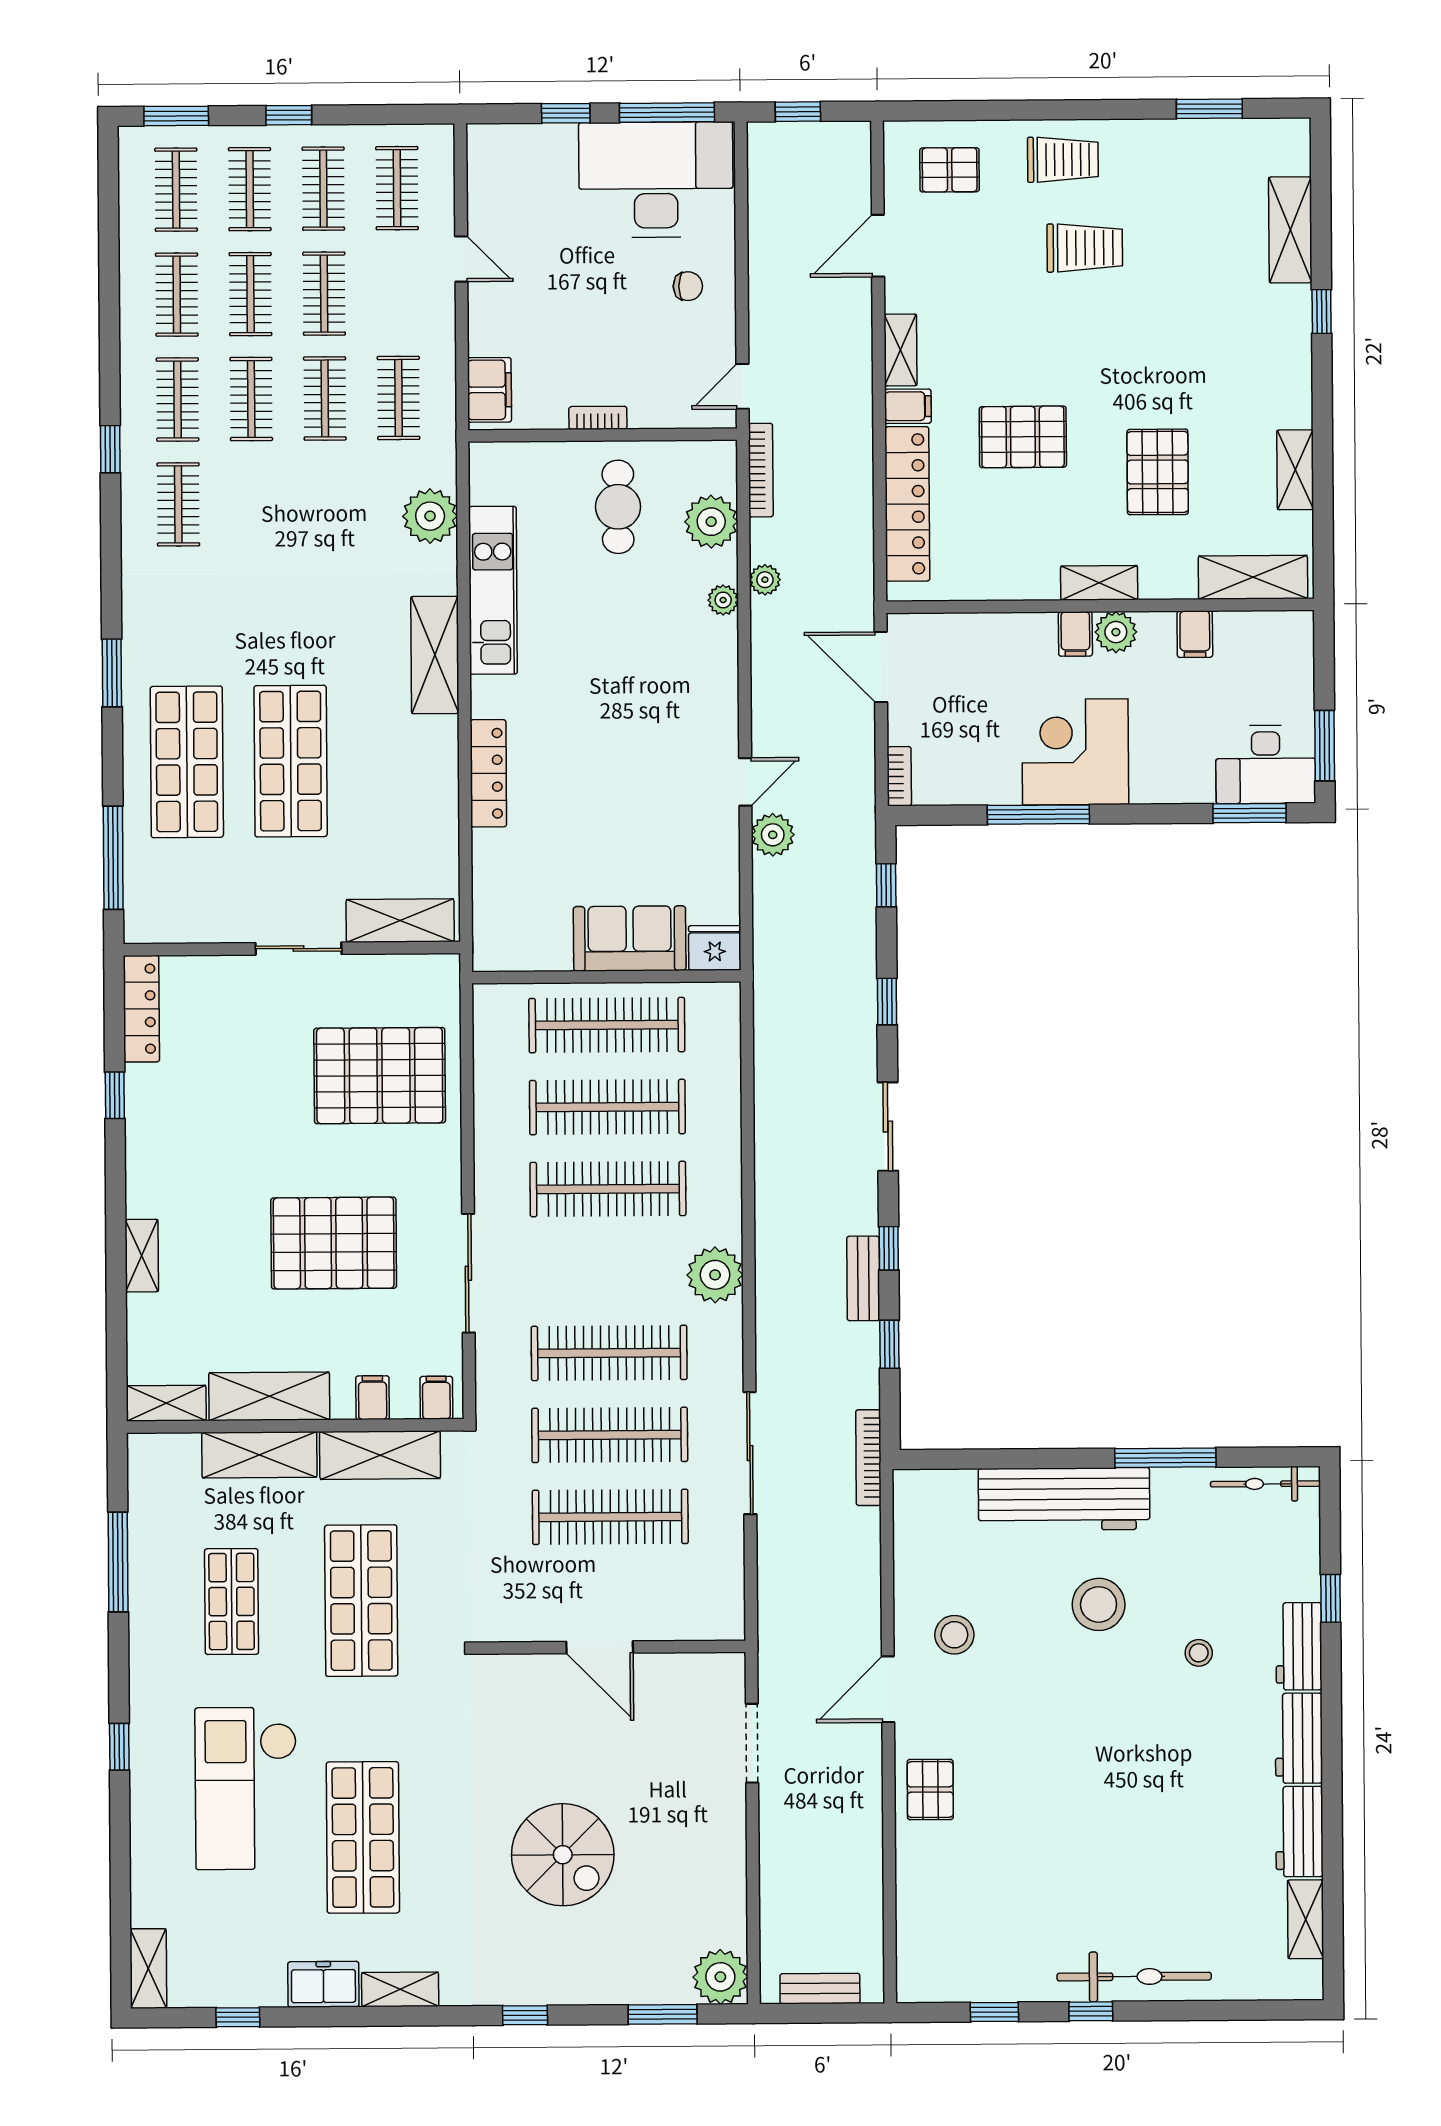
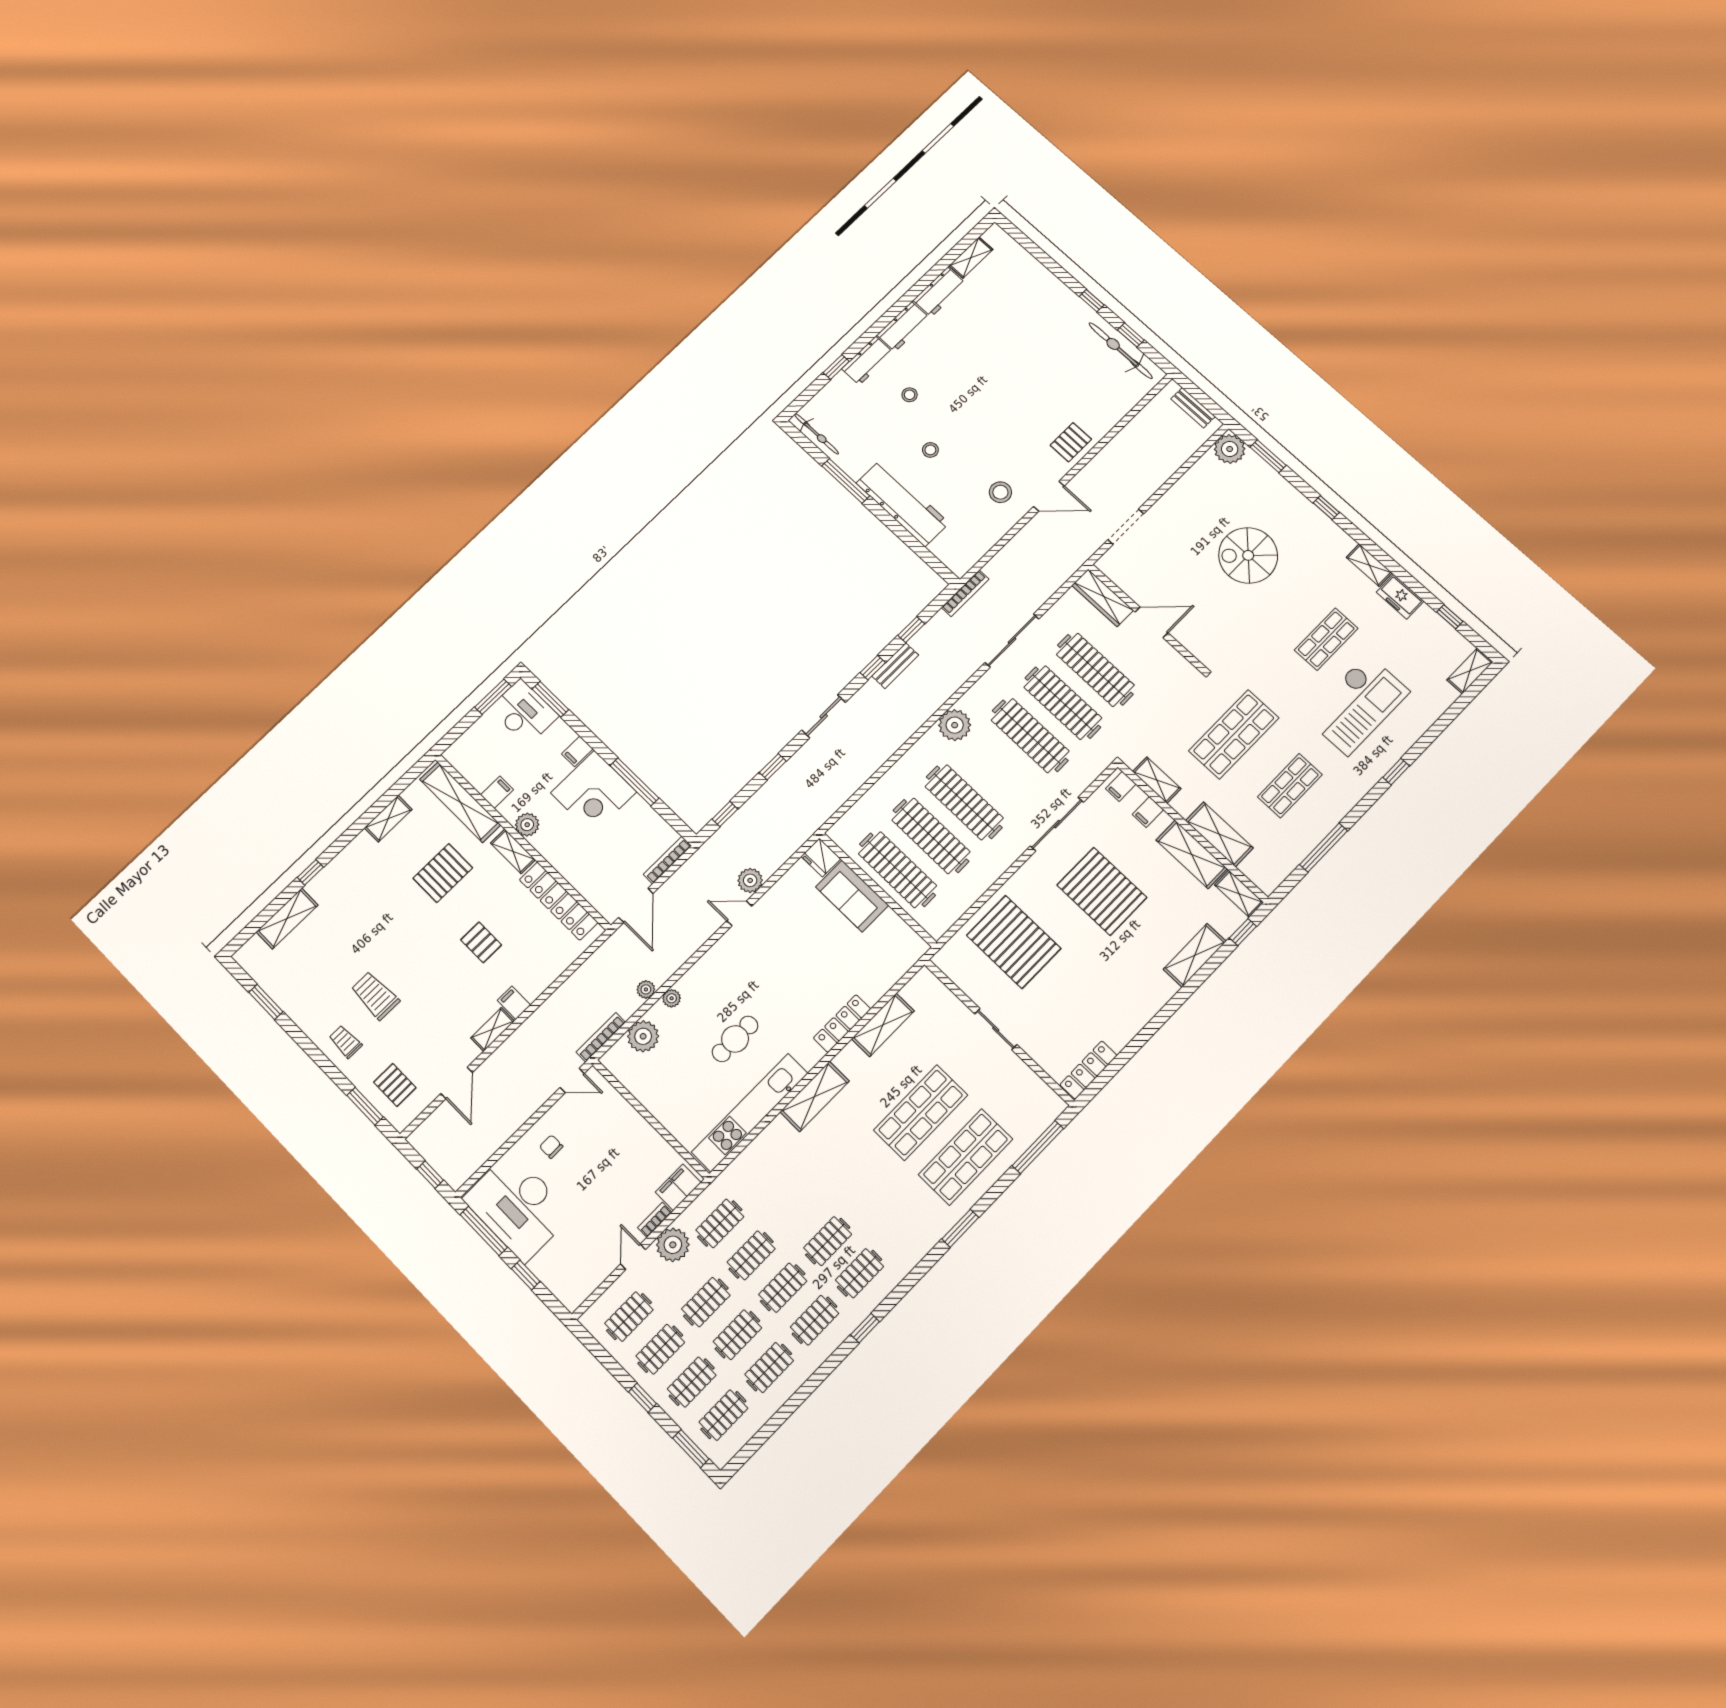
window: (959, 110) -> (365, 1106), added
trolley: (1063, 160) -> (345, 1042), width x0.73, depth x0.72
door: (878, 246) -> (457, 1083), hinge flipped
bookcase: (598, 418) -> (655, 1220), moved, turned 90
pallet: (1023, 437) -> (481, 942), width x0.67, depth x0.71
clothes rail: (252, 504) -> (828, 1241), added
locker: (907, 504) -> (559, 901), moved, turned -90
cafe table: (618, 507) -> (735, 1039), moved
plant: (430, 516) -> (673, 1245), moved
shelving: (1253, 577) -> (460, 802), width x1.47
kitchen unit: (493, 590) -> (750, 1113), width x1.36
filing cabinet: (1075, 634) -> (577, 751), moved, turned 180
bookcase: (899, 776) -> (667, 860), width x1.56
shelving: (400, 921) -> (883, 1025), moved, turned 90
window: (115, 1095) -> (1243, 932), moved
shelving: (142, 1256) -> (1195, 955), width x1.50, depth x1.33
shelving: (380, 1455) -> (1157, 780), width x0.67, depth x0.75
stool: (1099, 1604) -> (930, 450), width x0.53, depth x0.53
wardrobe: (691, 1620) -> (1103, 598), added
door: (600, 1647) -> (1151, 622), hinge flipped
shop shelf: (363, 1837) -> (1326, 639), width x0.70, depth x0.74
spiral stairs: (563, 1855) -> (1248, 555), turned -90
bicycle: (1134, 1977) -> (1121, 351), moved

